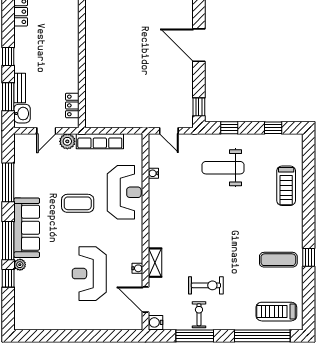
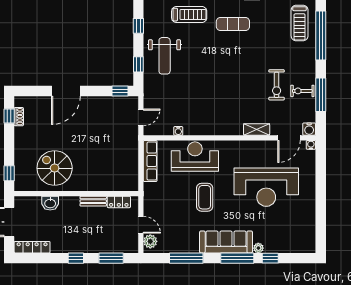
spiral stairs: (111, 32) -> (55, 168), added
bench: (20, 88) -> (93, 201), moved
washbasin: (22, 114) -> (50, 203), moved, turned 180
plant: (67, 141) -> (150, 241), moved
row of seats: (100, 141) -> (150, 161), moved
weight bench: (223, 168) -> (165, 56), moved
exercise mat: (278, 260) -> (233, 24), moved, turned 90
water cooler: (137, 268) -> (311, 145), moved
reception desk: (89, 274) -> (266, 187), width x1.36, depth x1.30
exercise bike: (206, 285) -> (277, 85), turned 180

